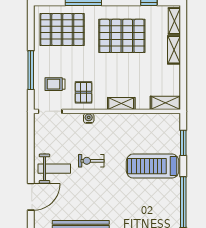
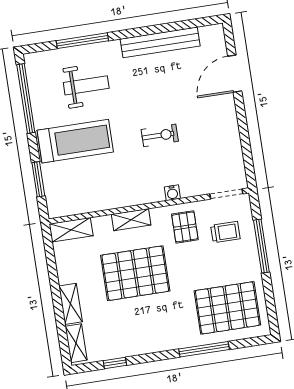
pallet: (122, 36) -> (135, 273), moved
weight bench: (54, 169) -> (86, 85), moved, turned 180

